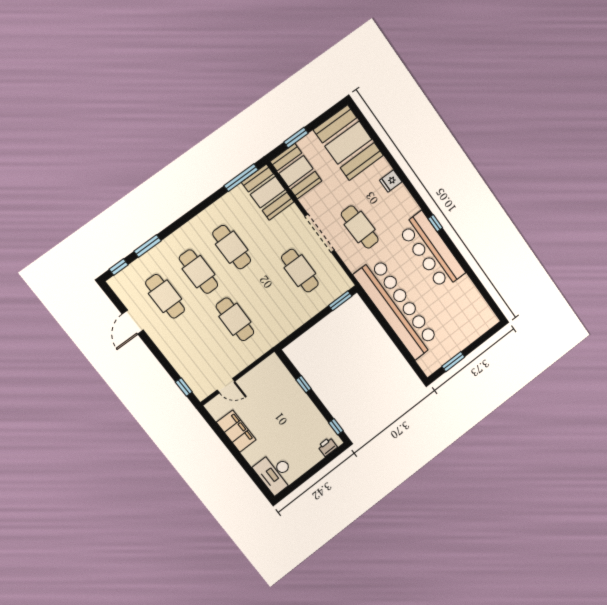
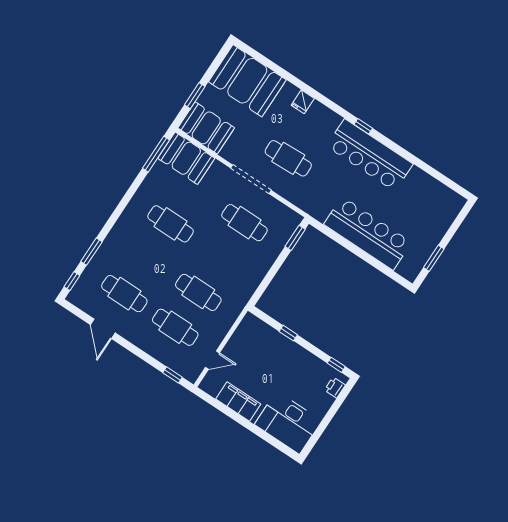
cafe table: (199, 272) -> (175, 327), moved
bar counter: (397, 308) -> (368, 233), width x0.73
desk: (275, 473) -> (288, 423), width x1.36, depth x1.30

